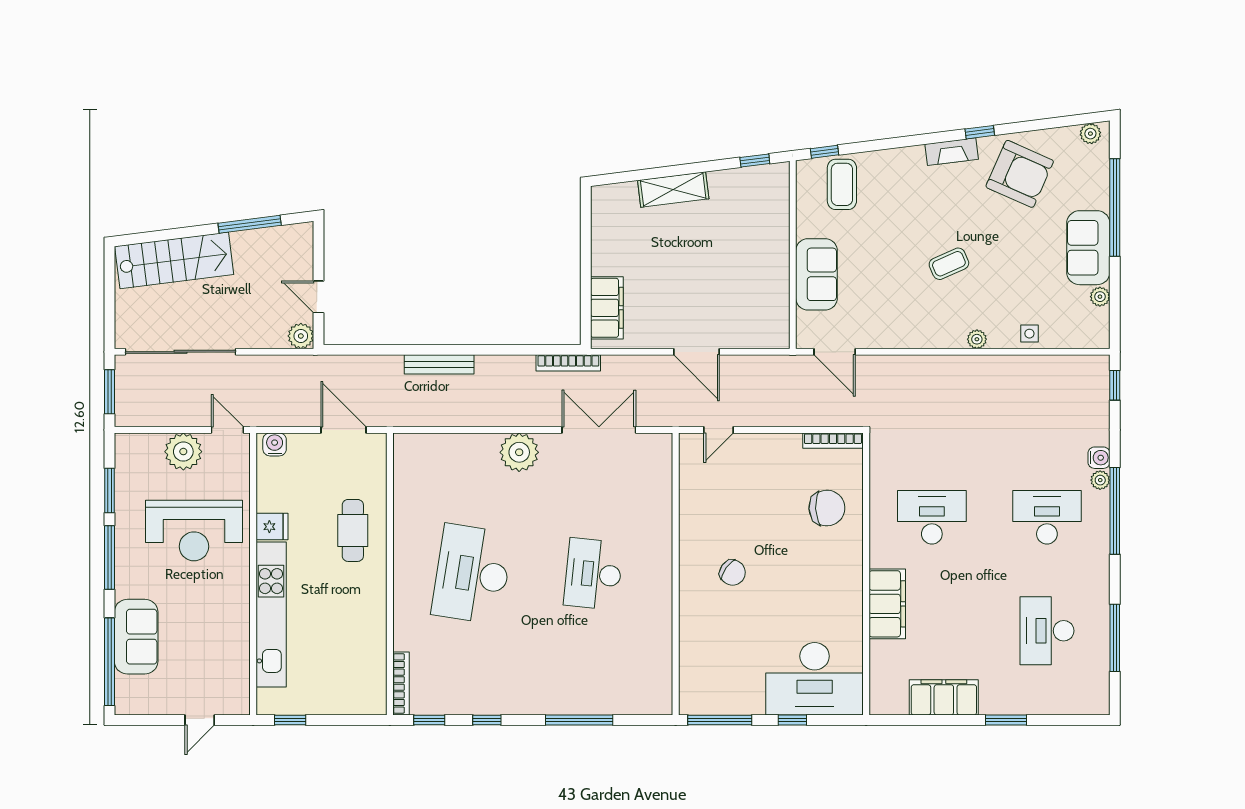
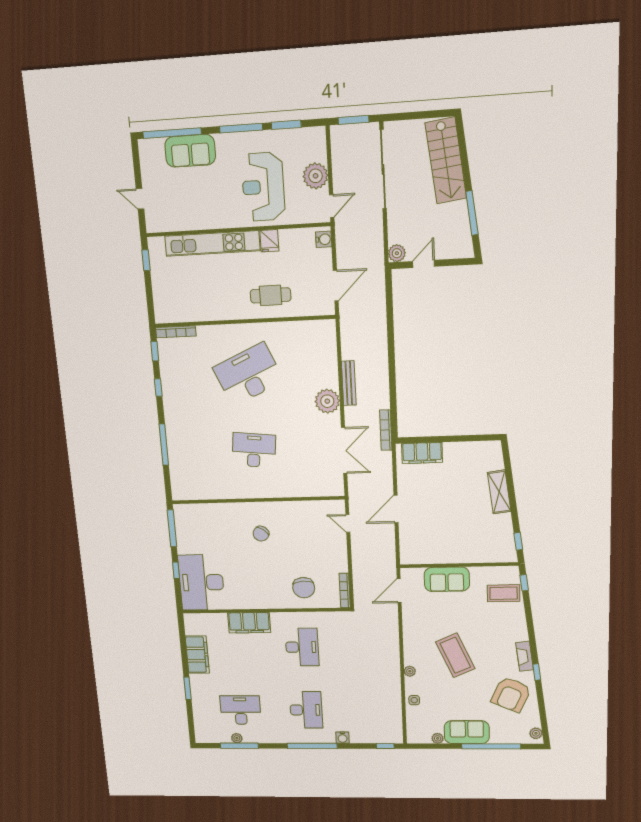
coffee table: (949, 264) -> (455, 655), width x1.86, depth x1.72
bench: (439, 364) -> (349, 383), moved
plant: (1100, 480) -> (237, 738), moved
desk: (472, 574) -> (248, 374), turned -33

